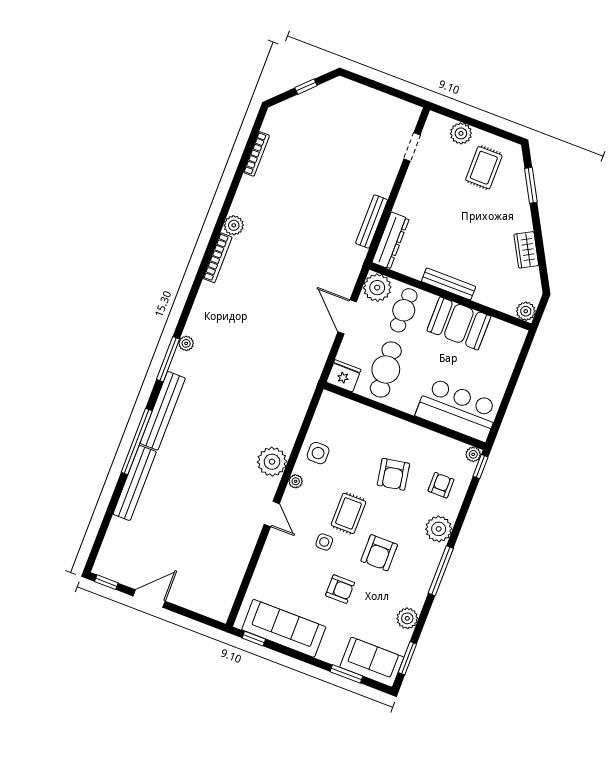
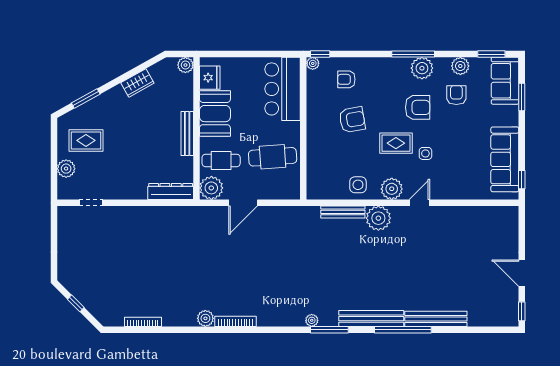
bench: (372, 222) -> (343, 212), moved
fridge: (344, 376) -> (210, 78), moved, turned 180
plant: (296, 481) -> (392, 189), width x1.88, depth x1.88
plant: (439, 529) -> (422, 68), moved
armchair: (340, 589) -> (456, 95), moved

